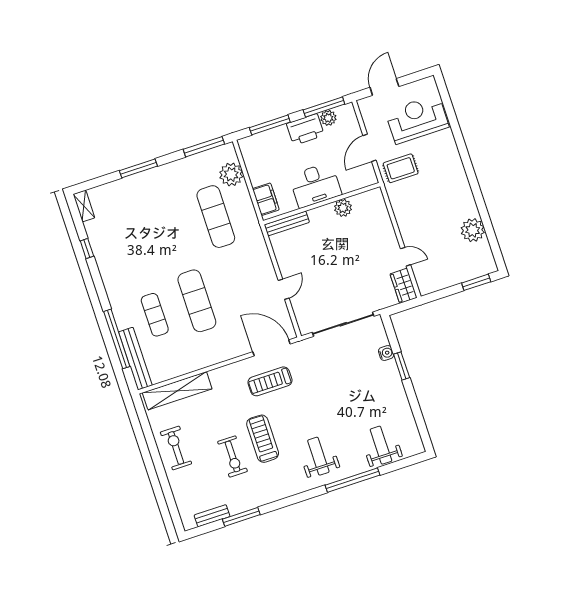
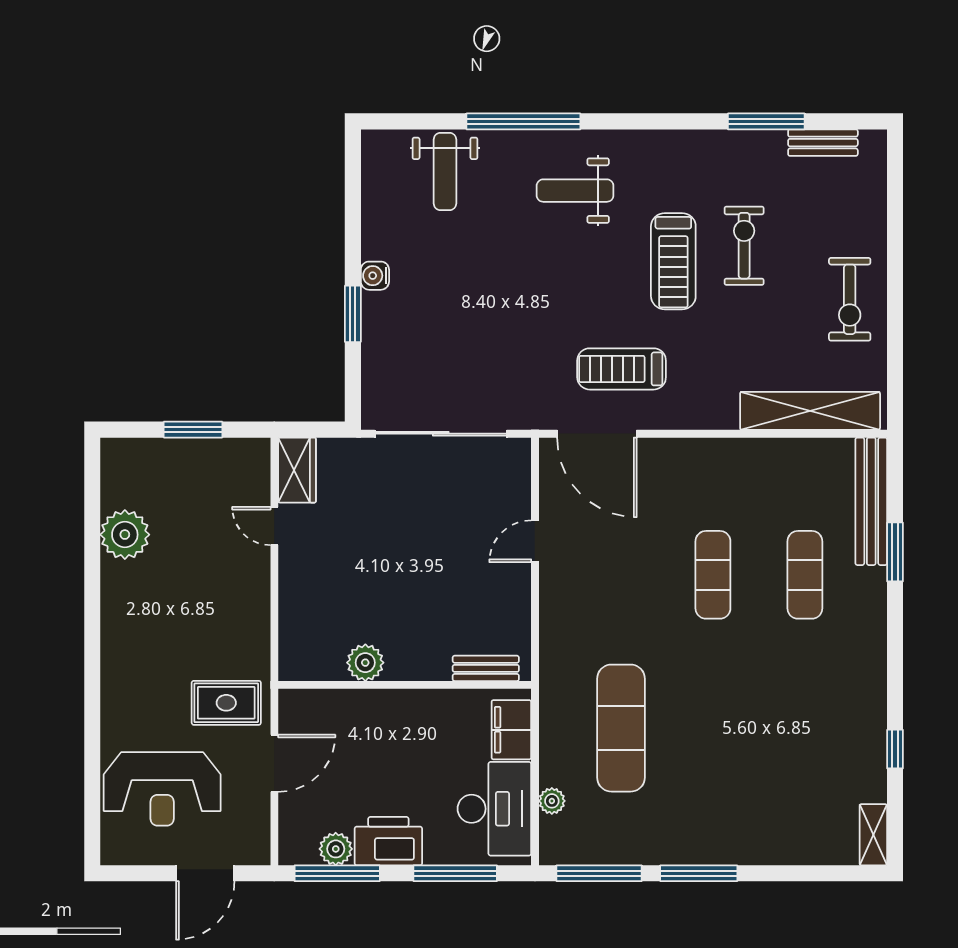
window: (138, 168) -> (699, 873), moved
plant: (231, 174) -> (552, 801), width x0.53, depth x0.53
desk: (315, 185) -> (494, 809), moved, turned 90
bench: (287, 223) -> (486, 668), width x0.73
window: (476, 282) -> (193, 430), moved
exercise mat: (197, 301) -> (713, 575), width x0.73, depth x0.69
window: (117, 339) -> (895, 552), width x0.47
water cooler: (386, 353) -> (375, 276), moved
treadmill: (270, 381) -> (622, 369), turned 180
weight bench: (318, 456) -> (575, 191), turned 90

